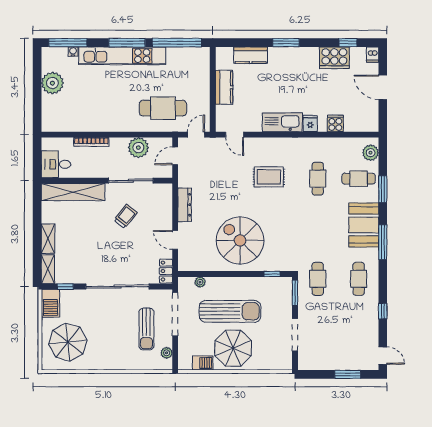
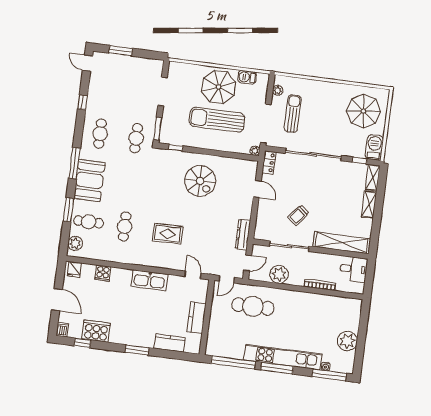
fridge: (310, 124) -> (74, 269), moved
dresser: (185, 205) -> (243, 235), moved
spiral stairs: (240, 240) -> (200, 181), width x0.73, depth x0.73
plant: (200, 282) -> (255, 151), moved

